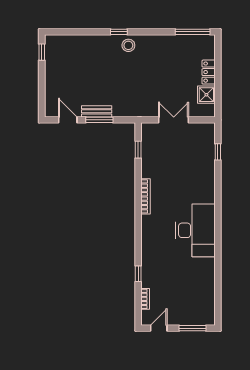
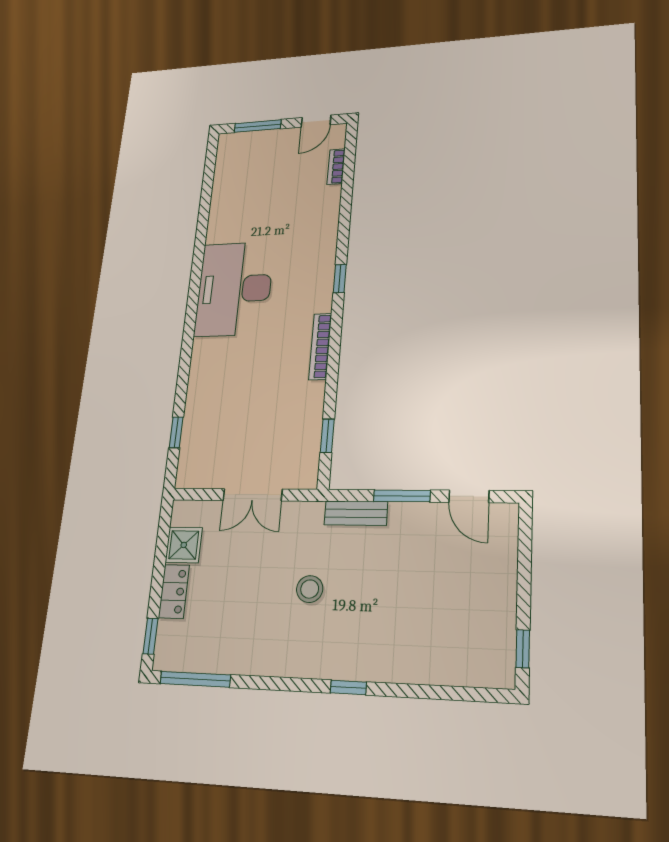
stool: (128, 45) -> (310, 589), moved
window: (218, 51) -> (150, 636), added
bench: (97, 111) -> (356, 513), moved
window: (138, 274) -> (340, 279), moved

